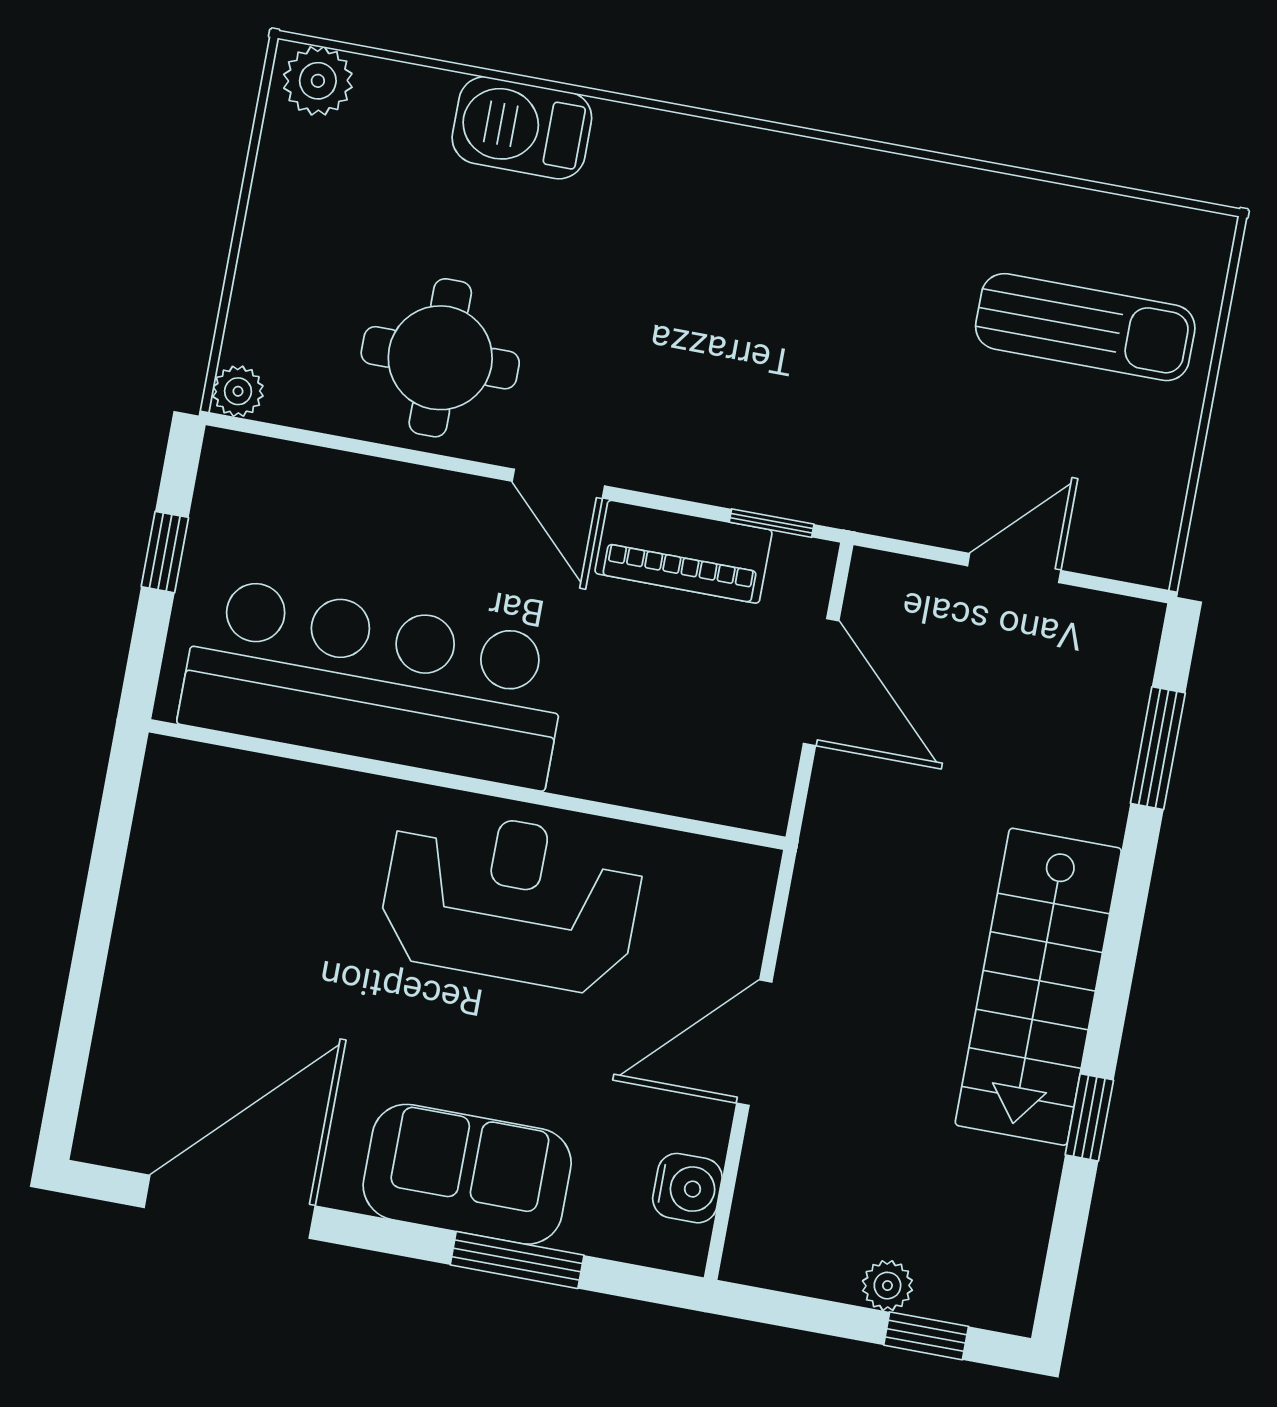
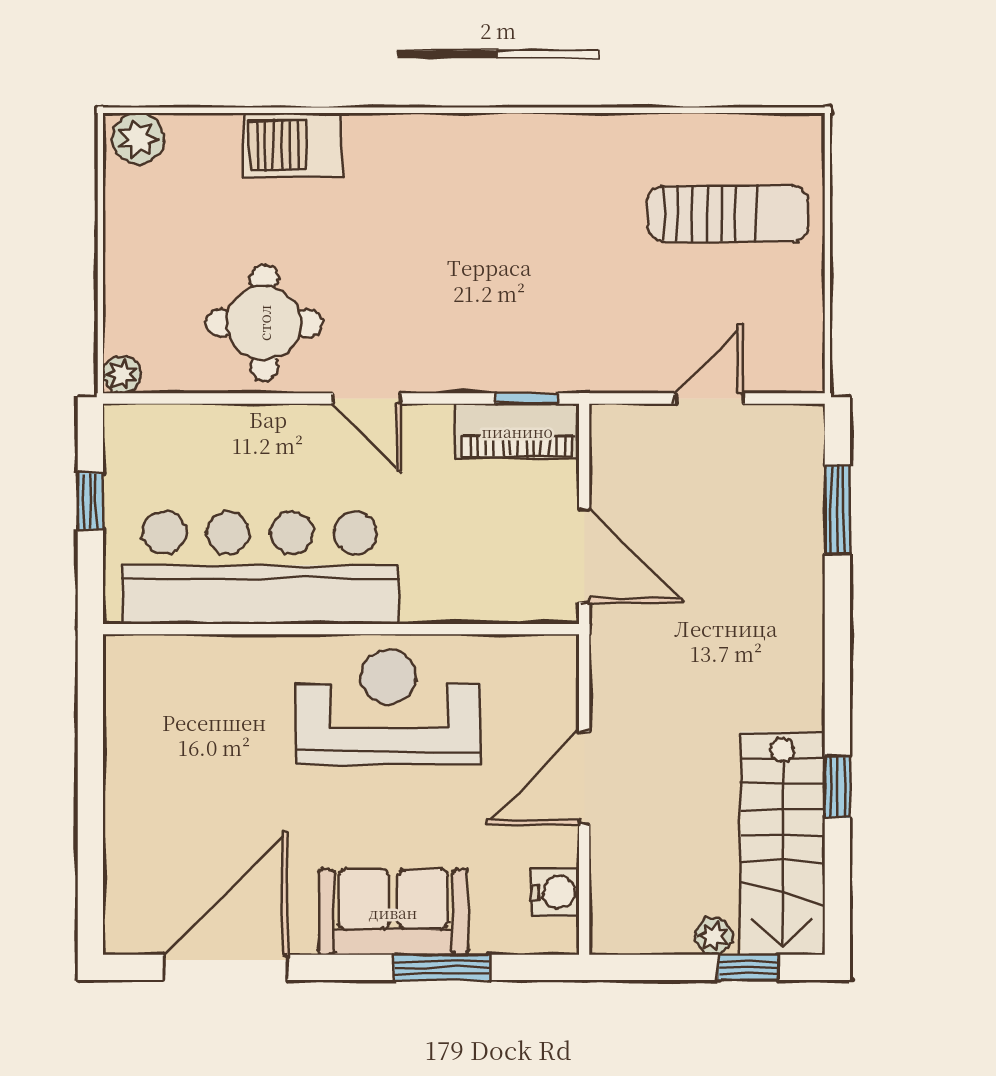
piano: (683, 552) -> (517, 431), moved
door: (821, 682) -> (584, 556), moved
stairs: (1038, 987) -> (783, 843), moved

